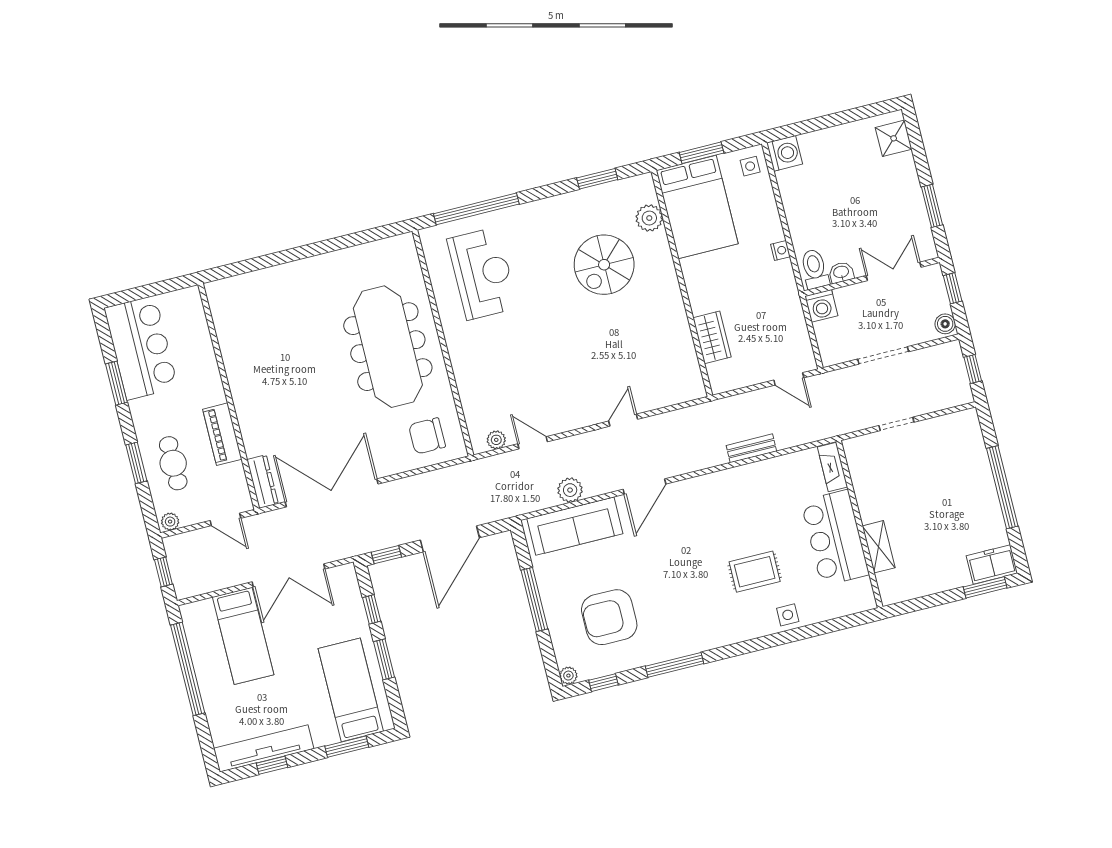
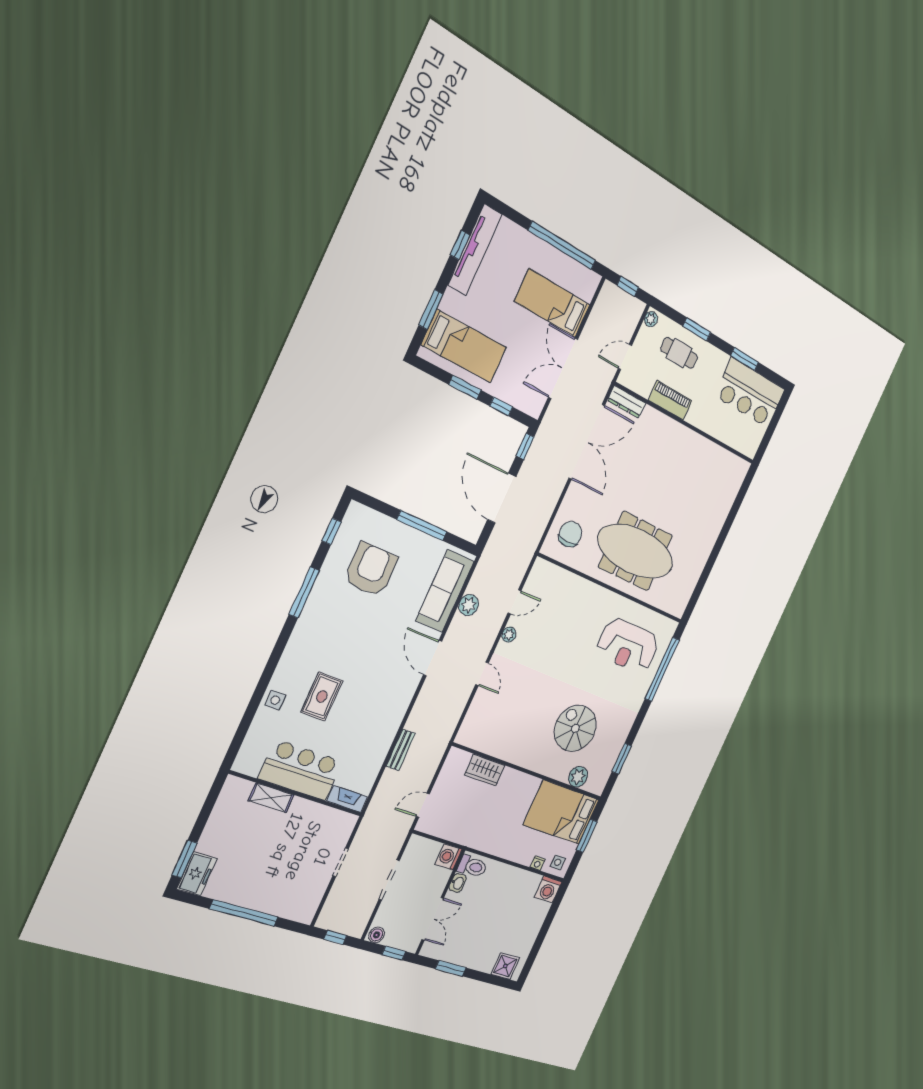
nightstand: (780, 251) -> (538, 863), moved
plant: (496, 440) -> (509, 634), moved
plant: (568, 676) -> (355, 510), removed

